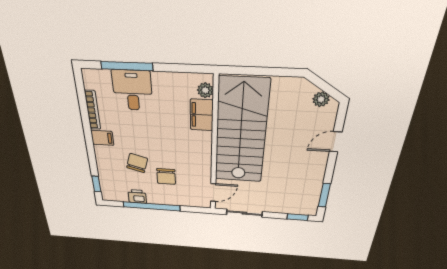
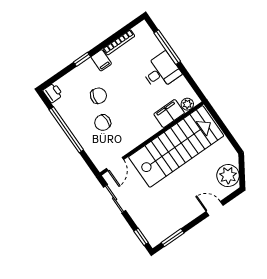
desk: (132, 90) -> (161, 71), moved
plant: (321, 99) -> (228, 176), width x1.87, depth x1.87
window: (96, 184) -> (82, 59), moved
door: (213, 193) -> (115, 164), hinge flipped
printer: (137, 196) -> (53, 93), moved

